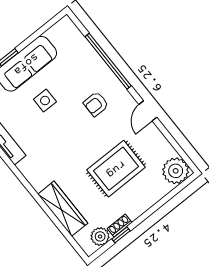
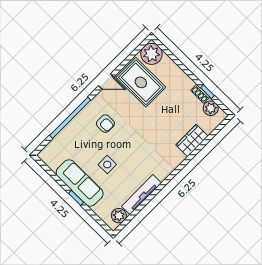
rug: (116, 169) -> (141, 82), moved
wardrobe: (63, 209) -> (192, 140), width x0.67

